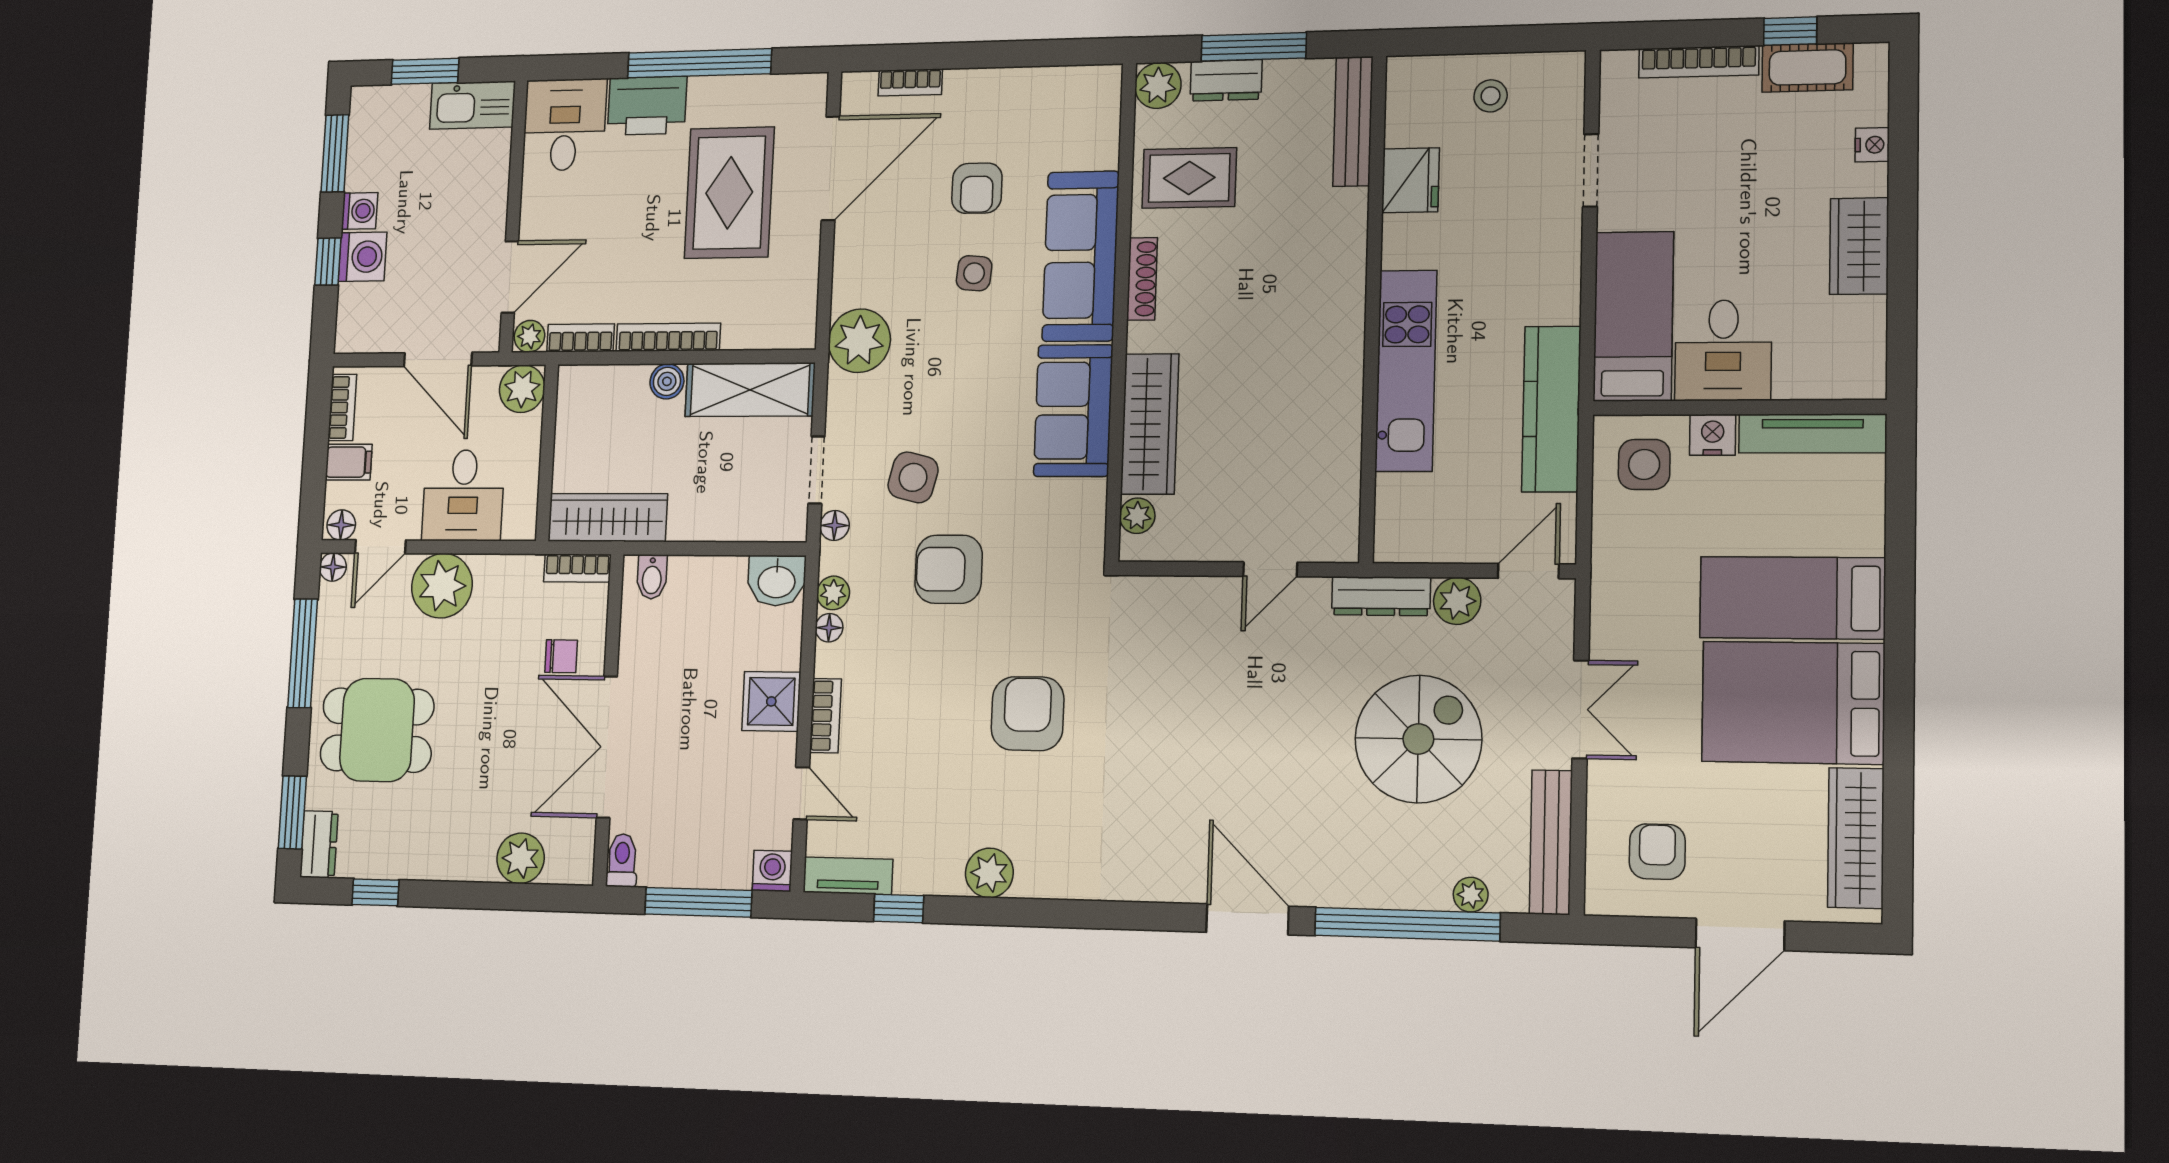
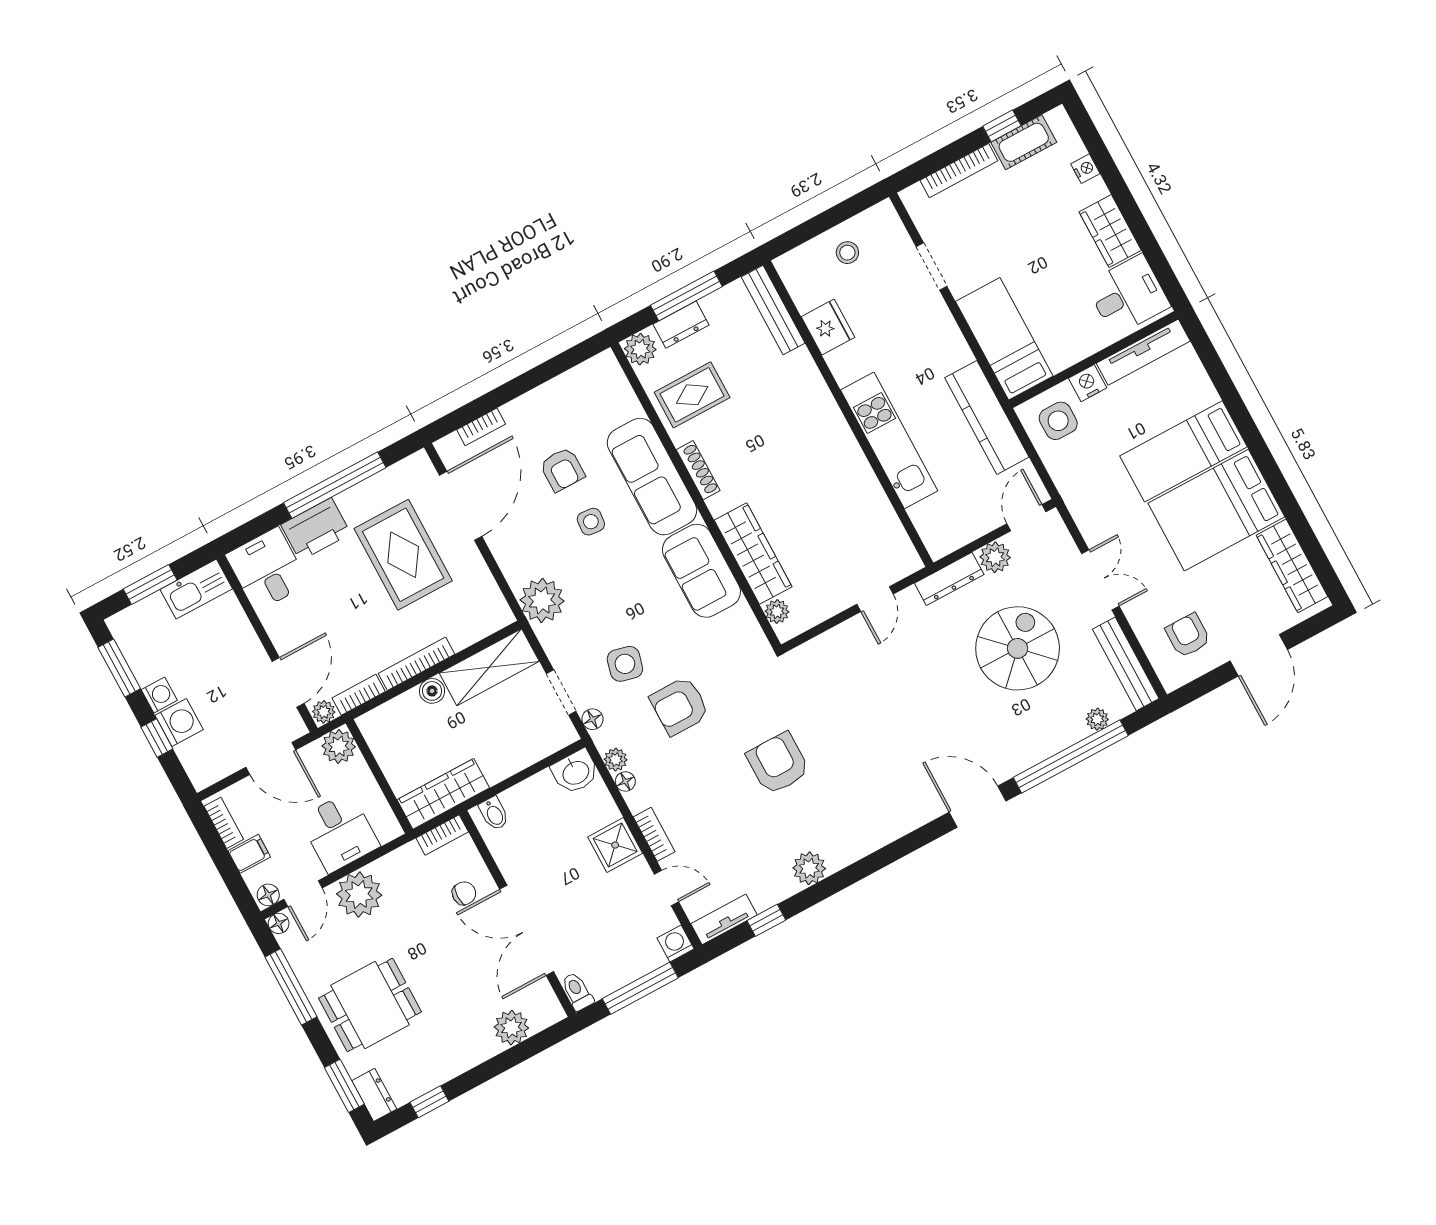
desk: (1723, 350) -> (1128, 295), moved, turned -90

